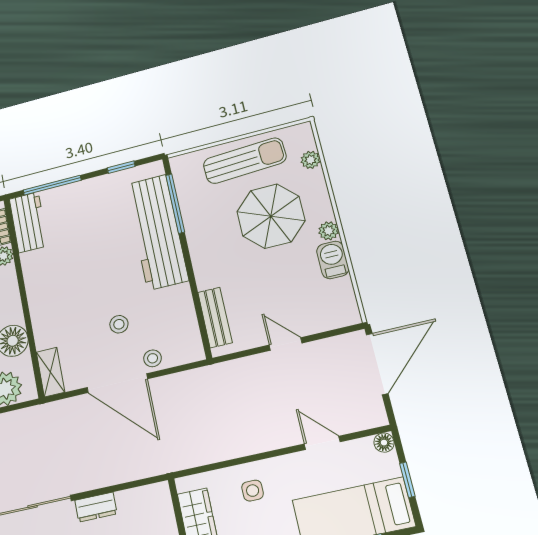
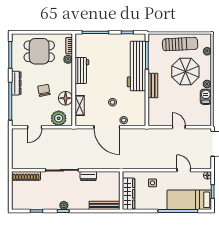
workbench: (29, 222) -> (82, 71), moved
bench: (215, 317) -> (153, 86), moved
shelving: (51, 372) -> (80, 105), moved

